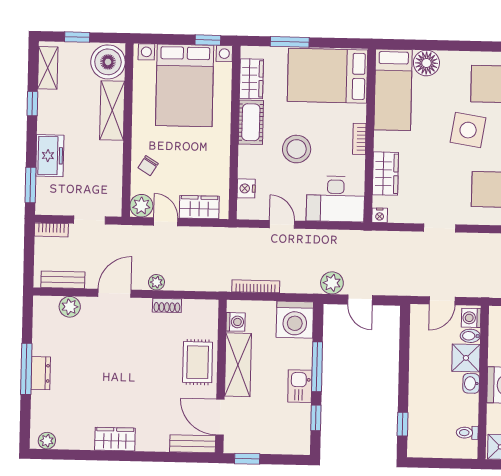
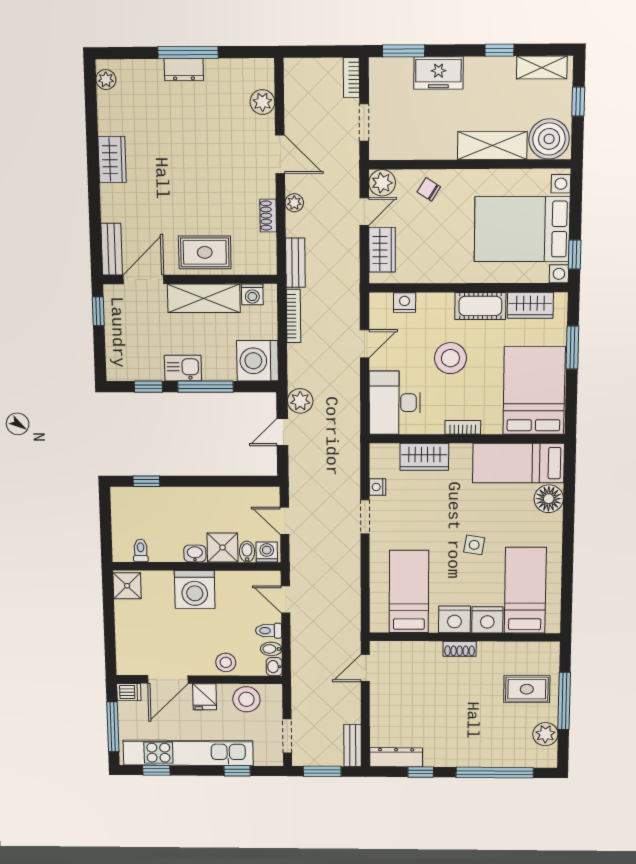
side table: (468, 130) -> (474, 545), width x0.54, depth x0.54
nightstand: (380, 215) -> (377, 487), moved
bench: (63, 280) -> (295, 263), moved

